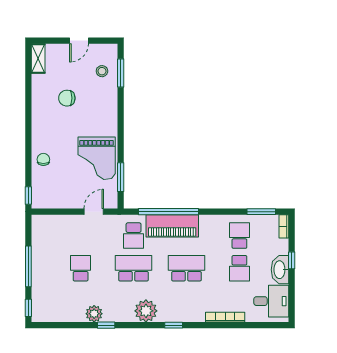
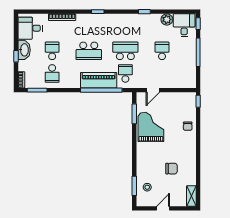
school desk: (81, 268) -> (162, 51), turned 180
school desk: (134, 268) -> (125, 51), turned 180
desk: (49, 305) -> (184, 25), added
plant: (146, 311) -> (117, 21), removed
plant: (94, 314) -> (167, 19), moved

